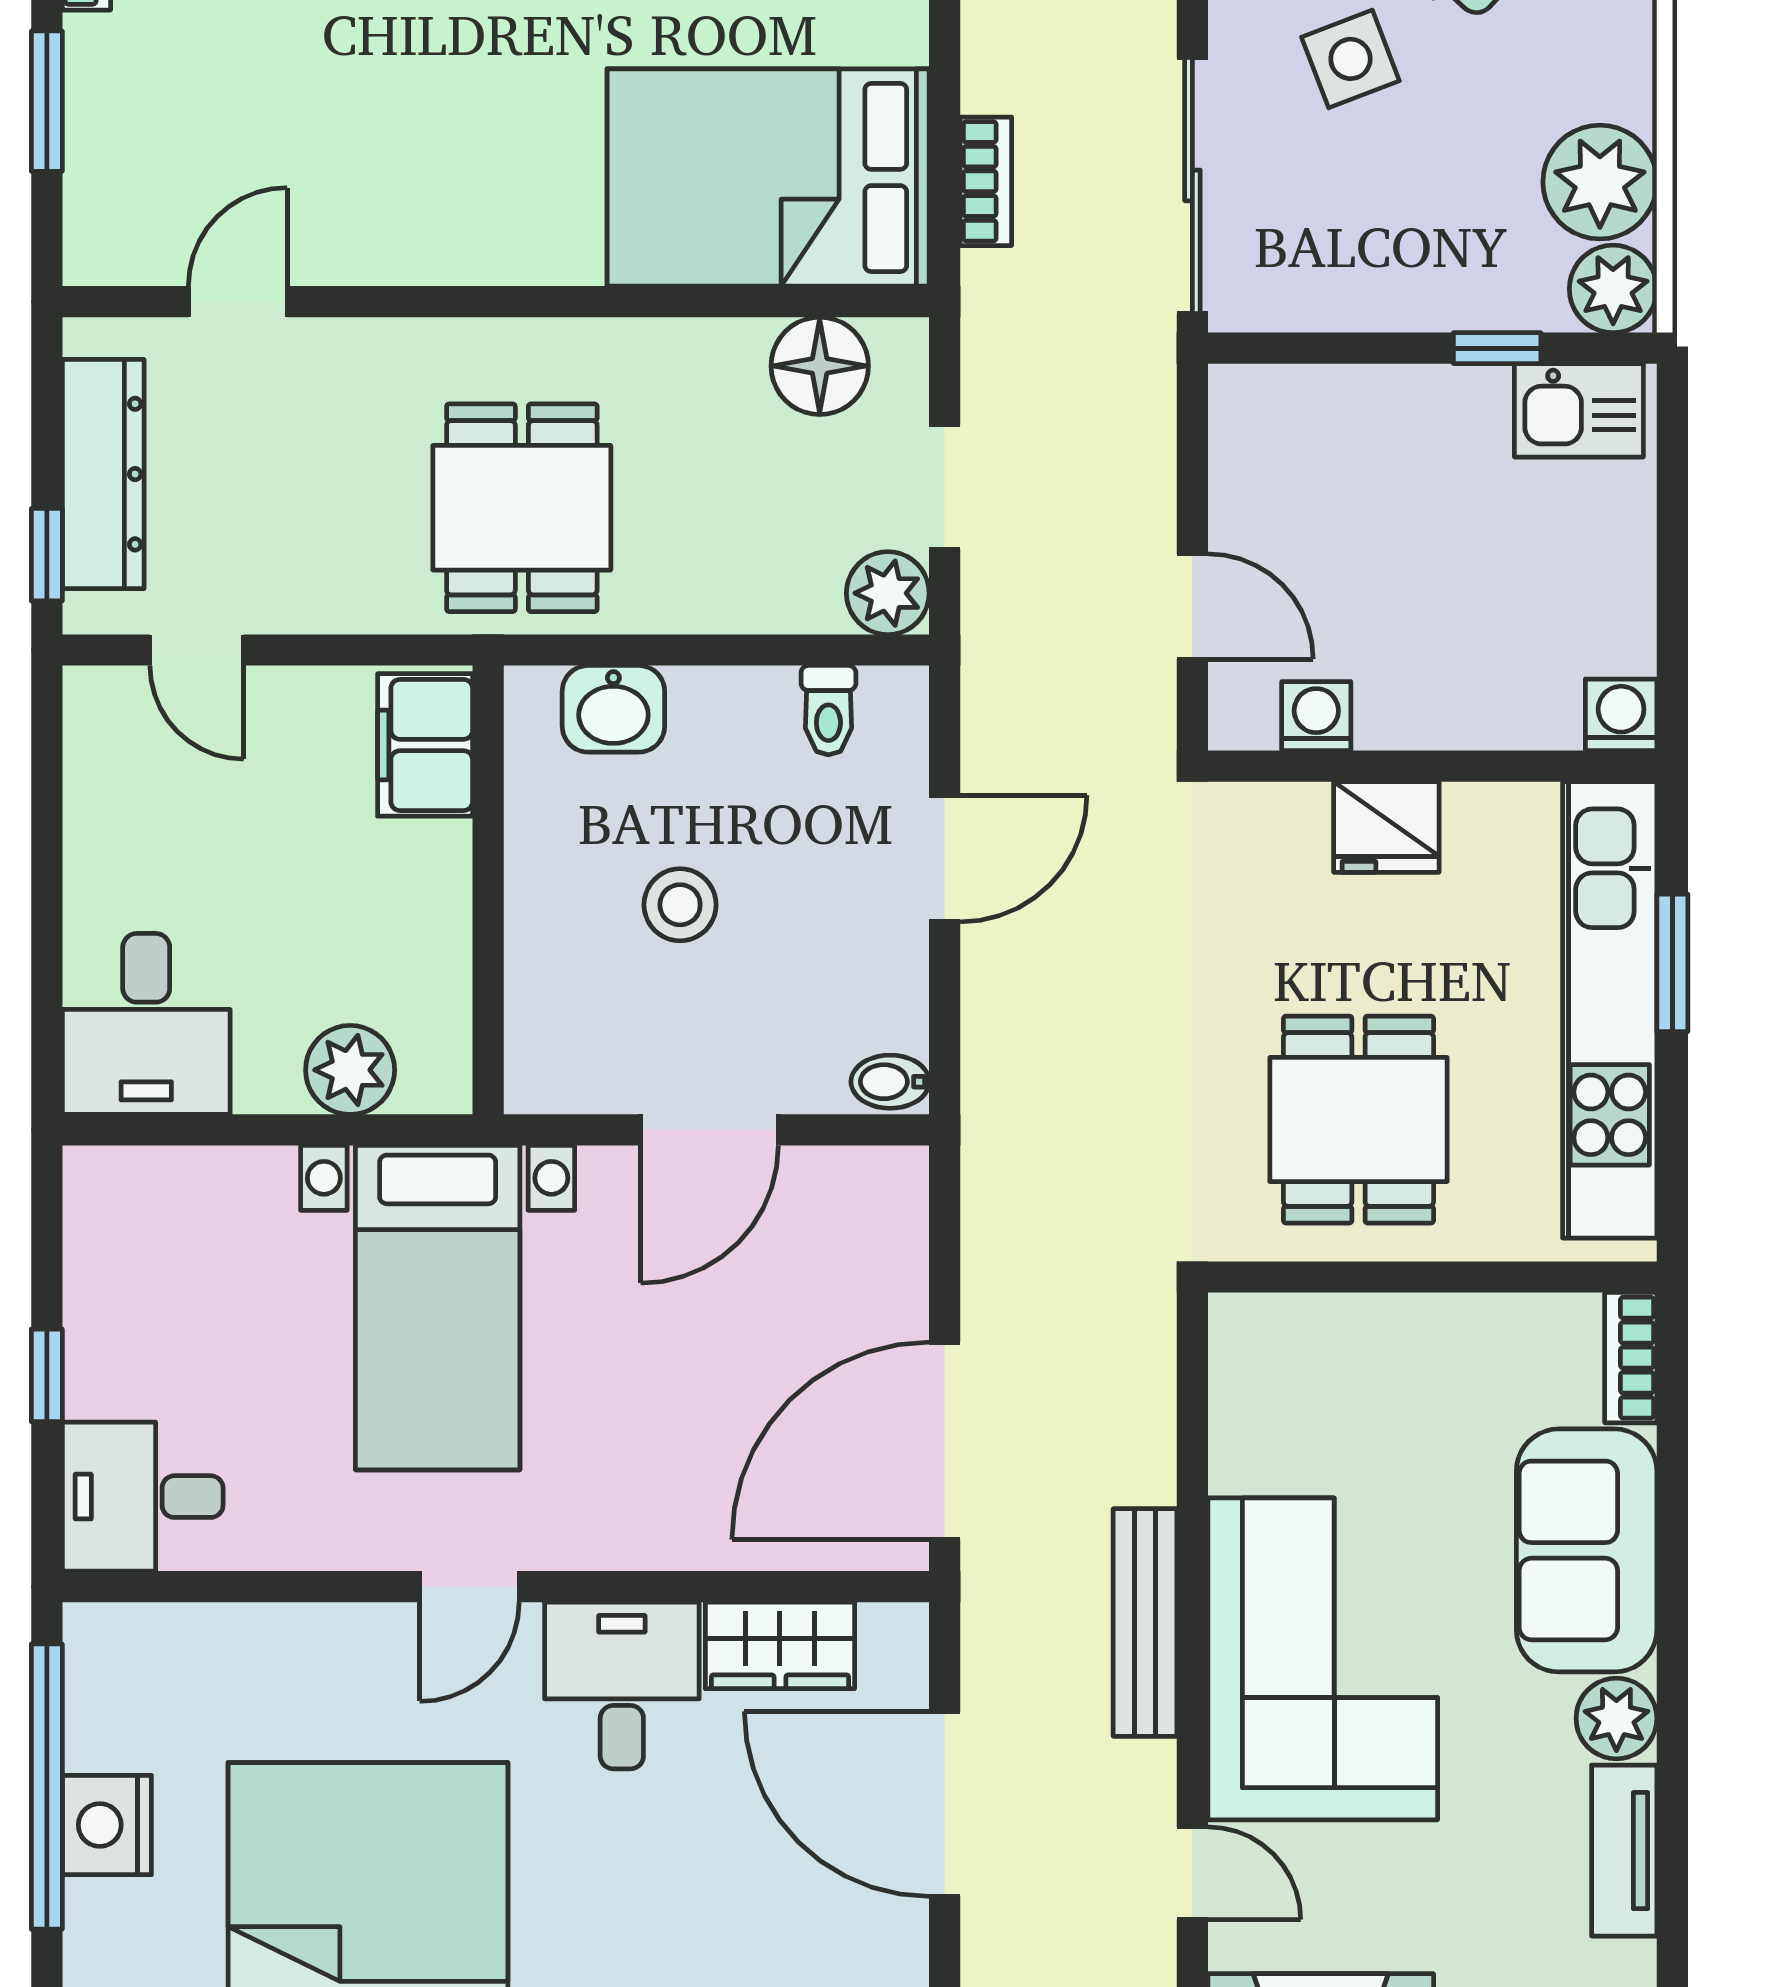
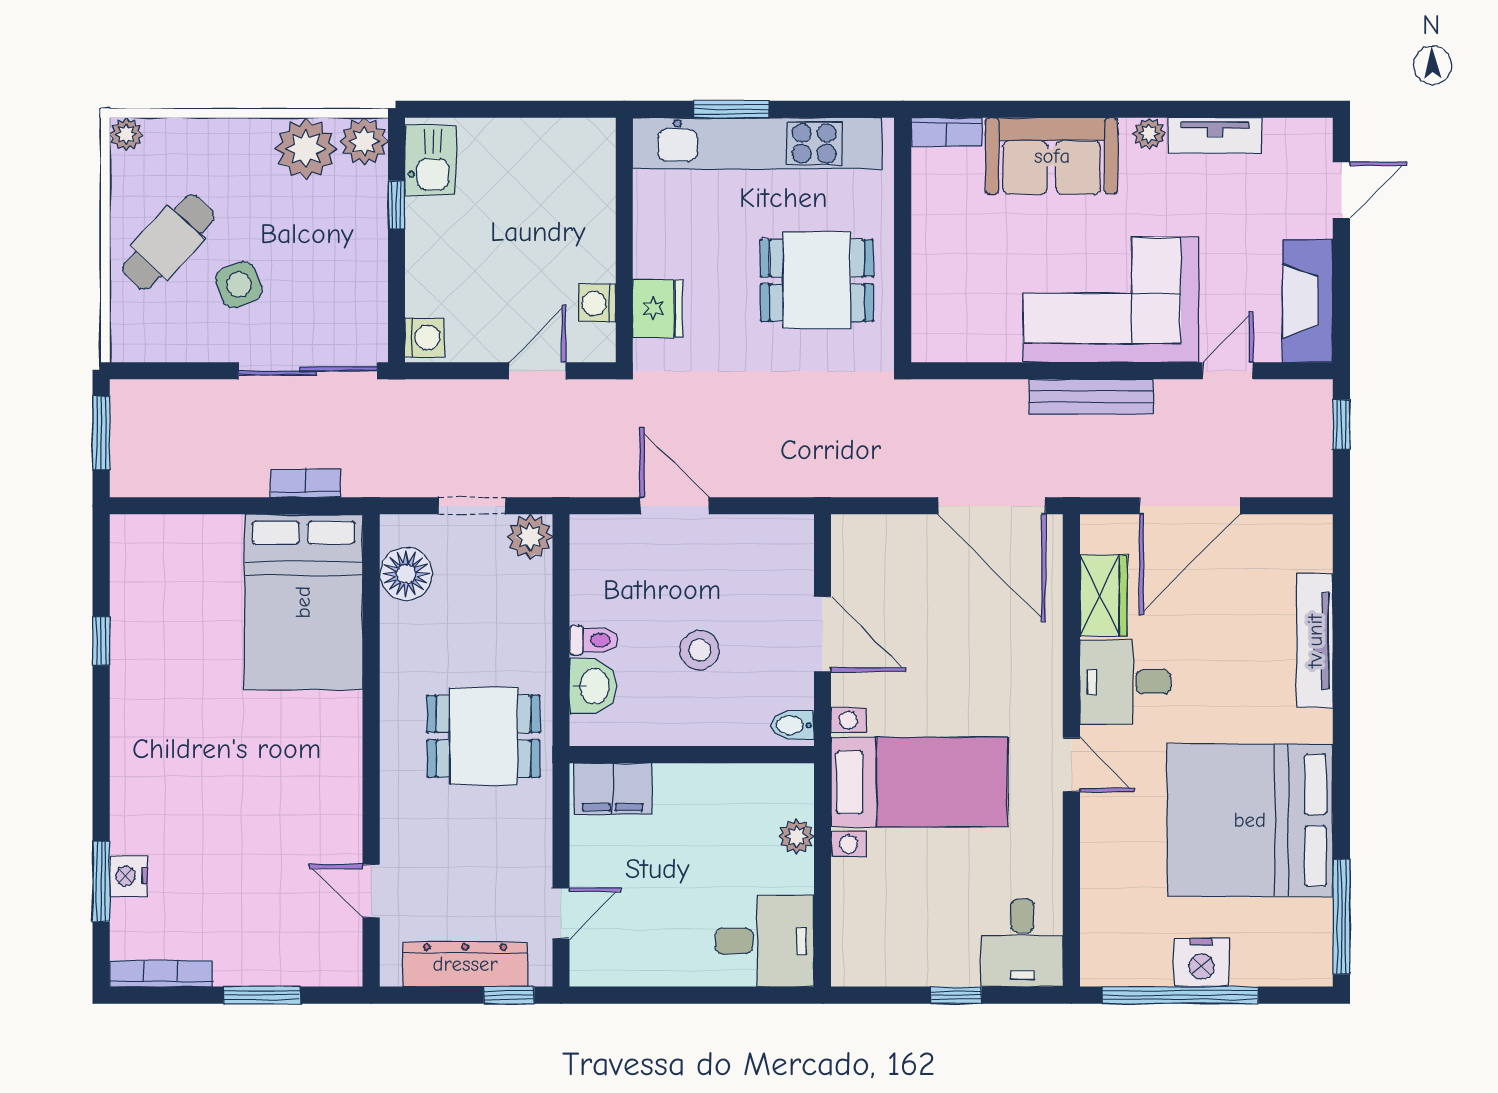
toilet: (828, 710) -> (594, 640), moved
washing machine: (1621, 715) -> (424, 338), moved, turned 180
fridge: (1386, 827) -> (657, 309), moved
plant: (350, 1070) -> (796, 836), width x0.73, depth x0.73
bidet: (890, 1082) -> (793, 725), moved, turned 90
plant: (1616, 1718) -> (1149, 134), width x0.73, depth x0.73

